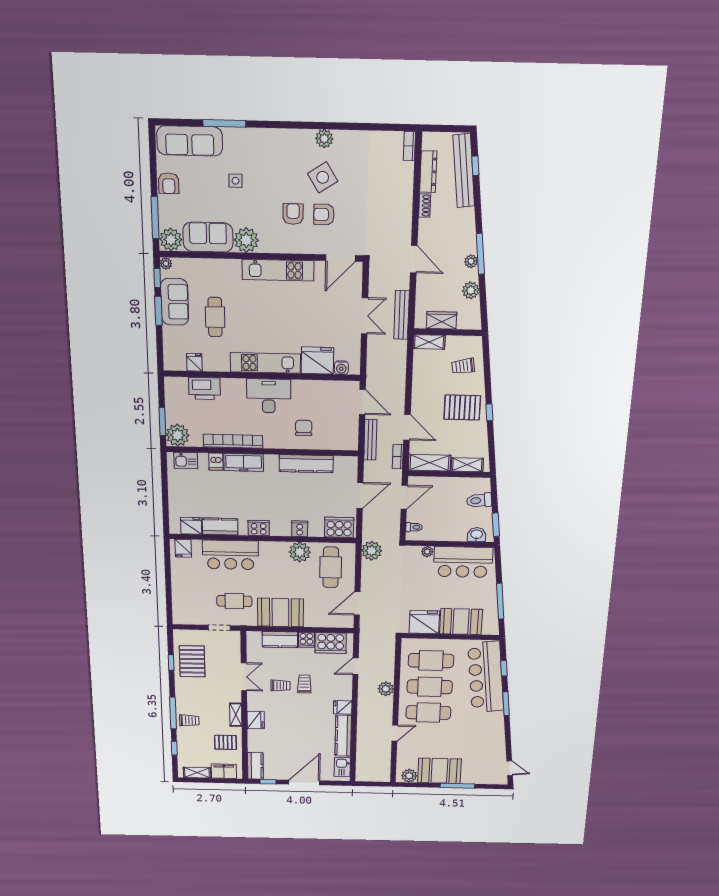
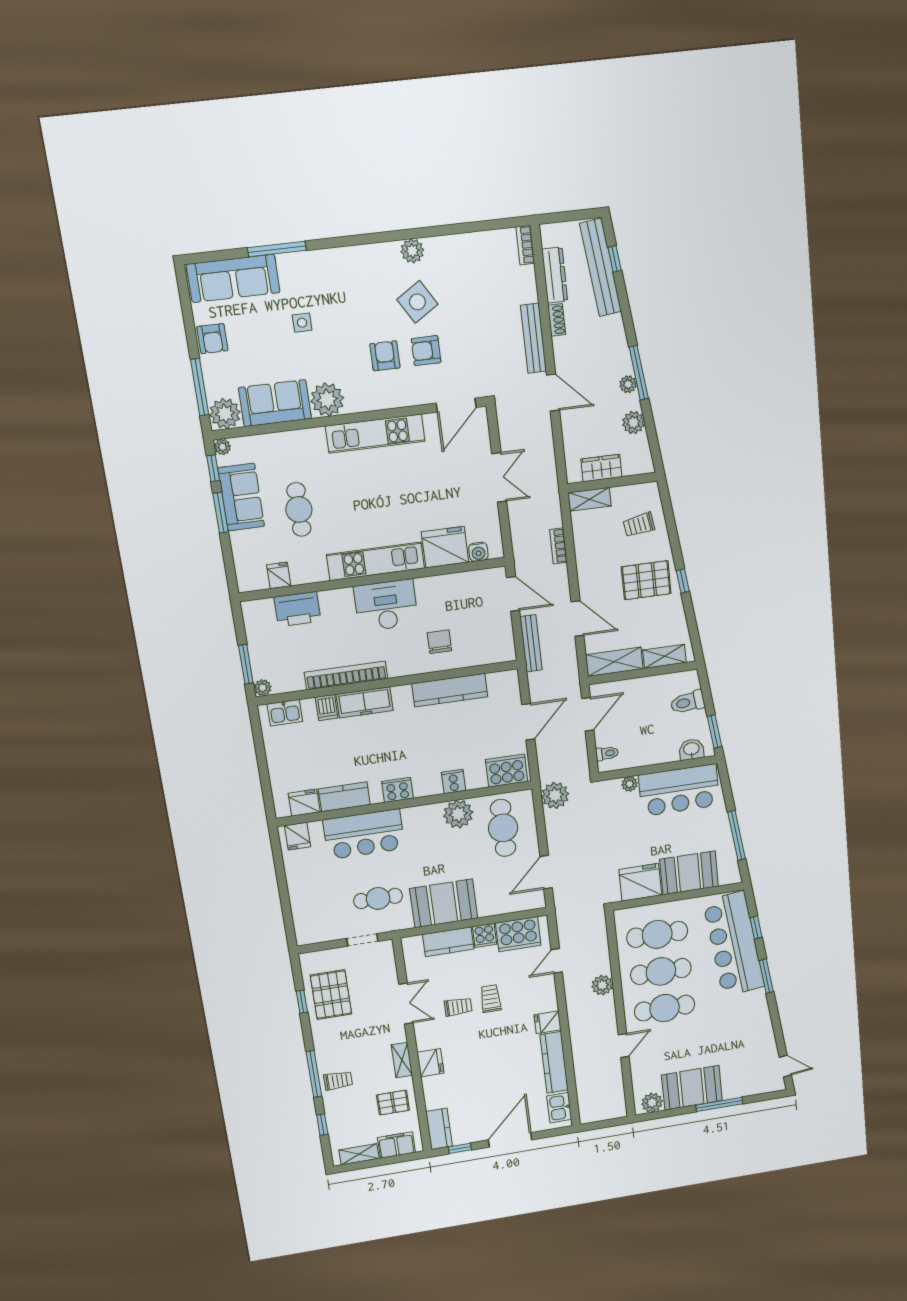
bench: (402, 315) -> (533, 338), moved
plant: (178, 435) -> (263, 688), width x0.53, depth x0.53
bookcase: (398, 457) -> (558, 546), moved

